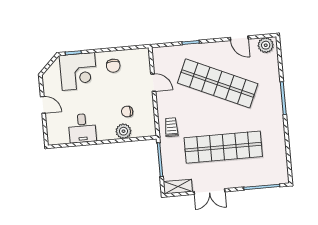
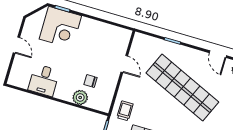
chair: (113, 66) -> (94, 34), removed

